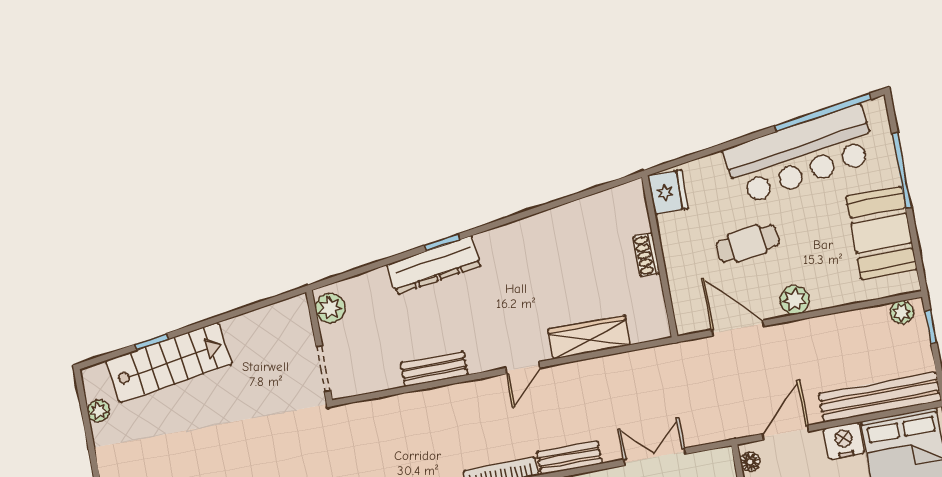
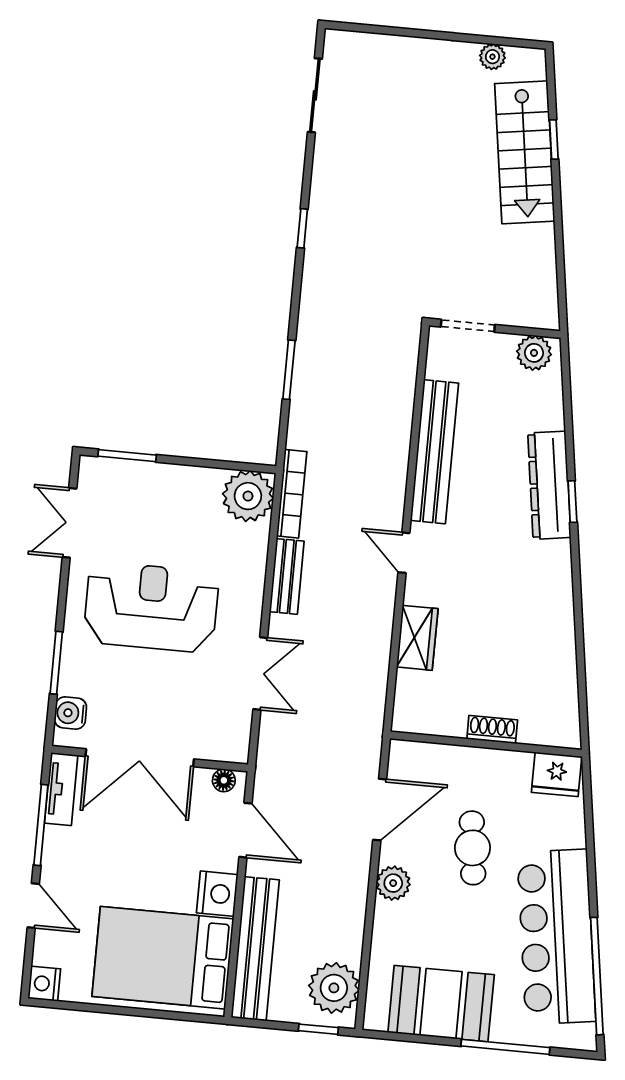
plant: (902, 312) -> (334, 988), width x1.87, depth x1.87
wardrobe: (589, 337) -> (417, 638), width x0.67
bench: (434, 369) -> (434, 452), width x1.86, depth x1.21

